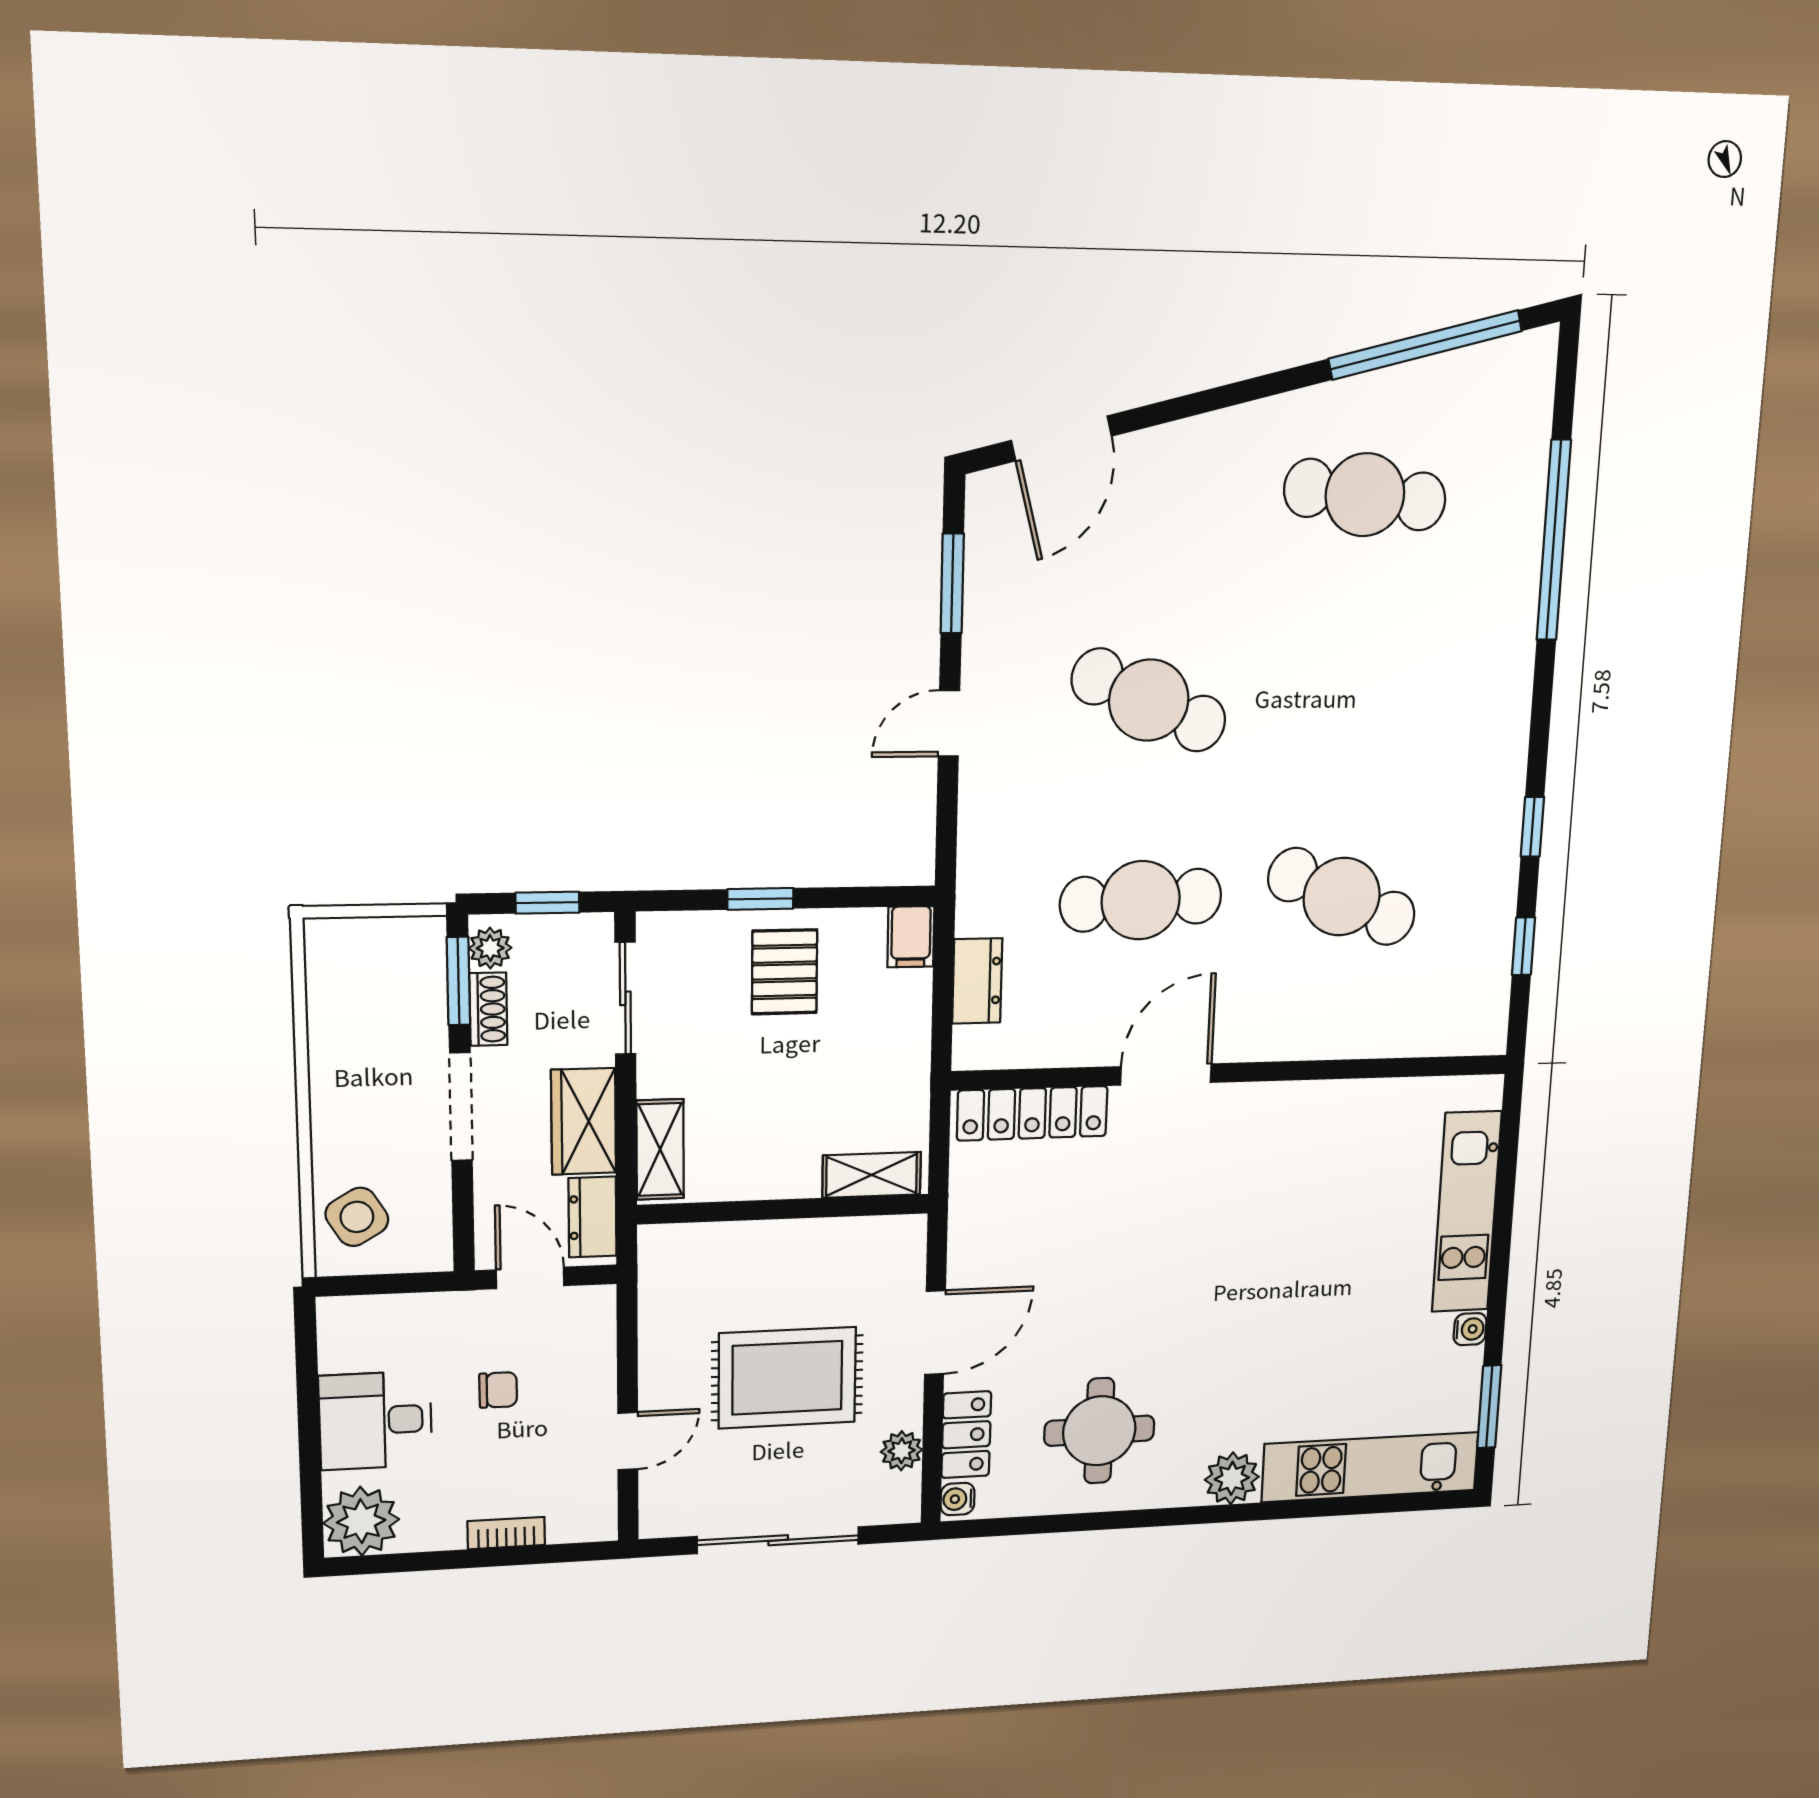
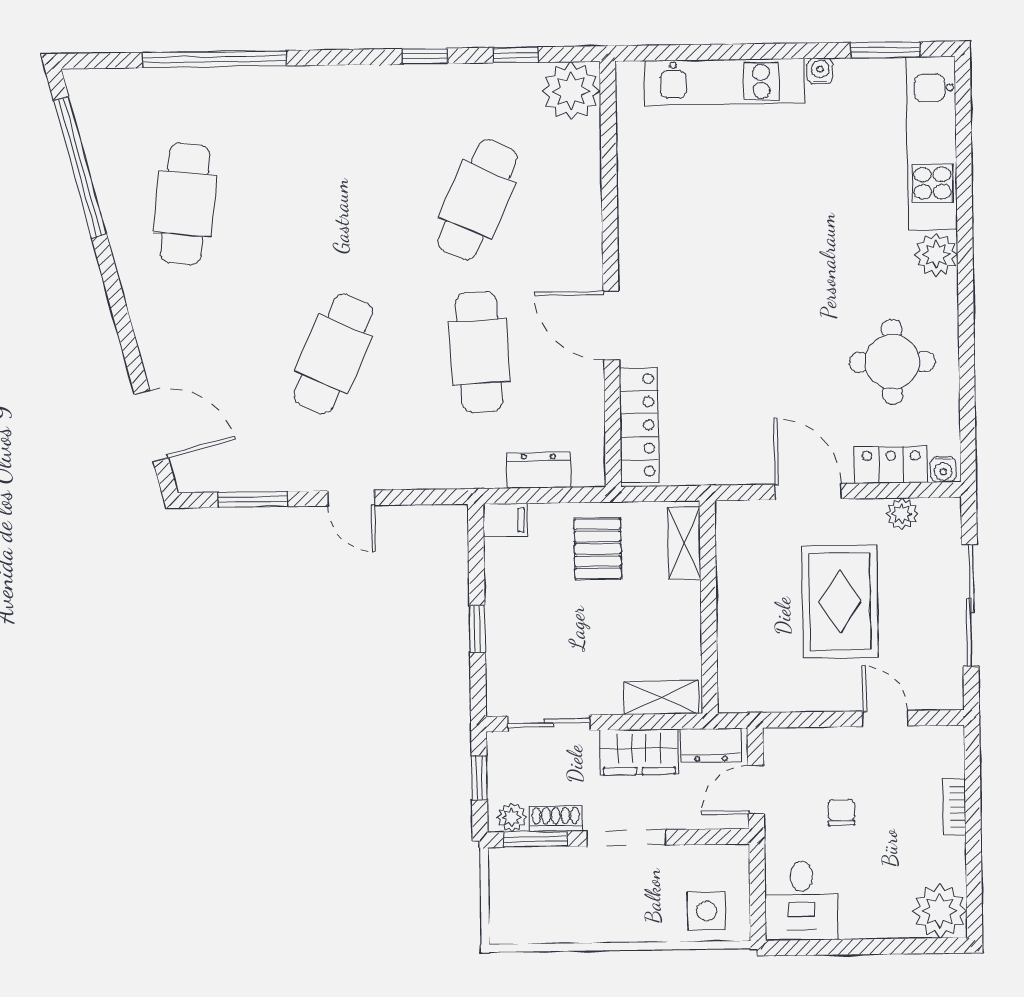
pallet: (785, 972) -> (598, 549), moved, turned 90
plant: (1472, 1018) -> (571, 91), added
side table: (357, 1217) -> (707, 911), turned 31
desk: (375, 1420) -> (802, 901), moved

